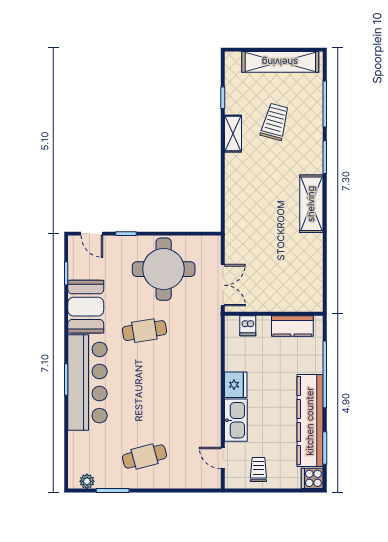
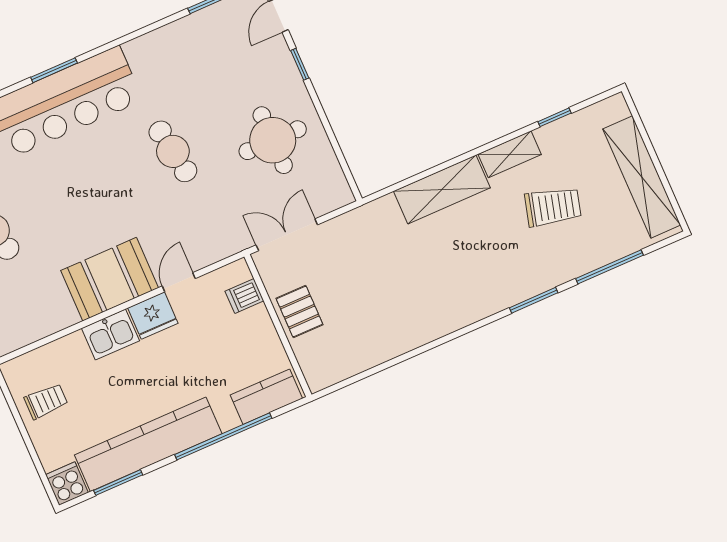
shelving: (311, 204) -> (442, 189), moved
round table: (164, 269) -> (273, 140), width x0.73, depth x0.73
double door: (223, 285) -> (287, 235), swing flipped
pallet: (271, 298) -> (300, 312), added
booth: (86, 307) -> (110, 279), moved
kitchen counter: (292, 326) -> (266, 397), moved, turned 90
kitchen sink: (236, 420) -> (110, 334), width x0.73
door: (223, 458) -> (179, 282), moved

